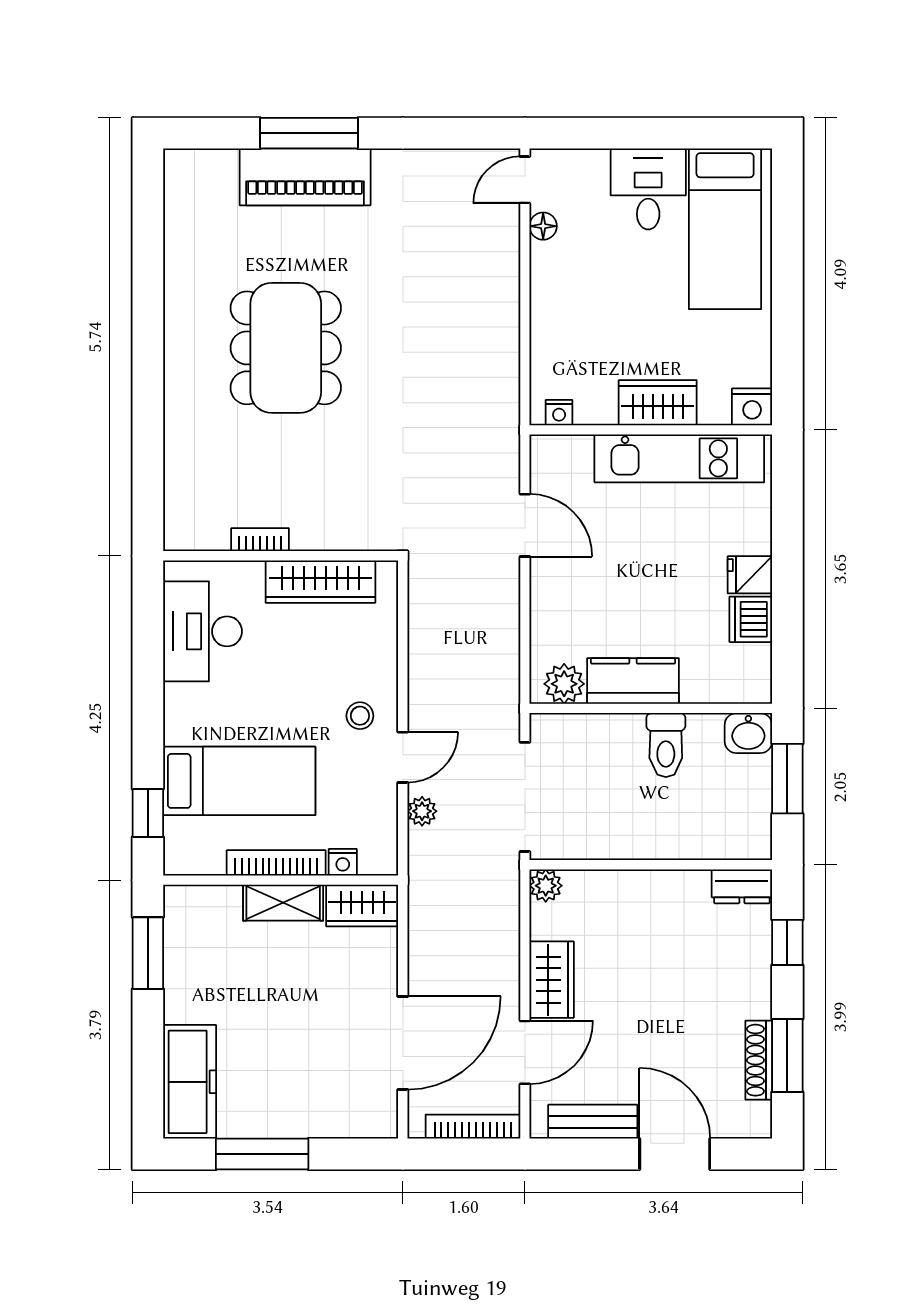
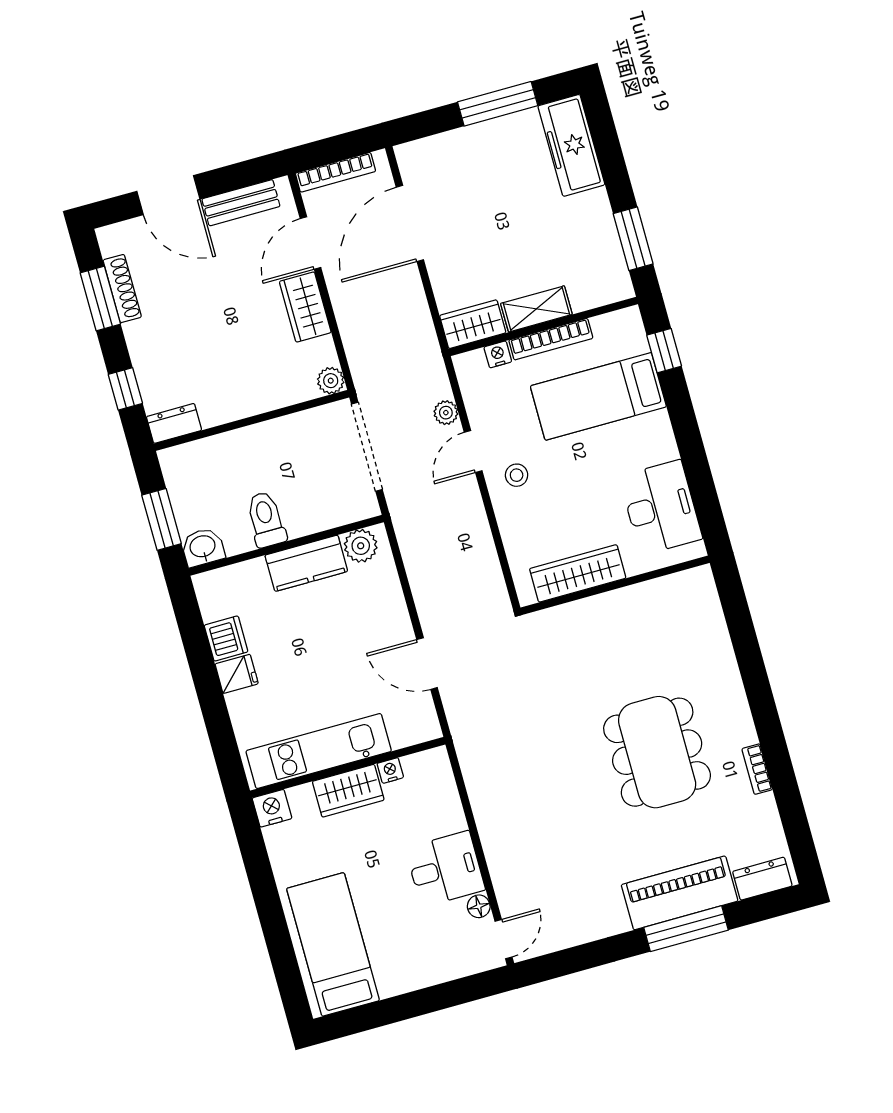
dresser: (204, 167) -> (762, 879), added
desk: (648, 189) -> (445, 869), moved, turned -90
nightstand: (559, 413) -> (390, 770), moved
bookcase: (260, 540) -> (757, 769), moved, turned 90

